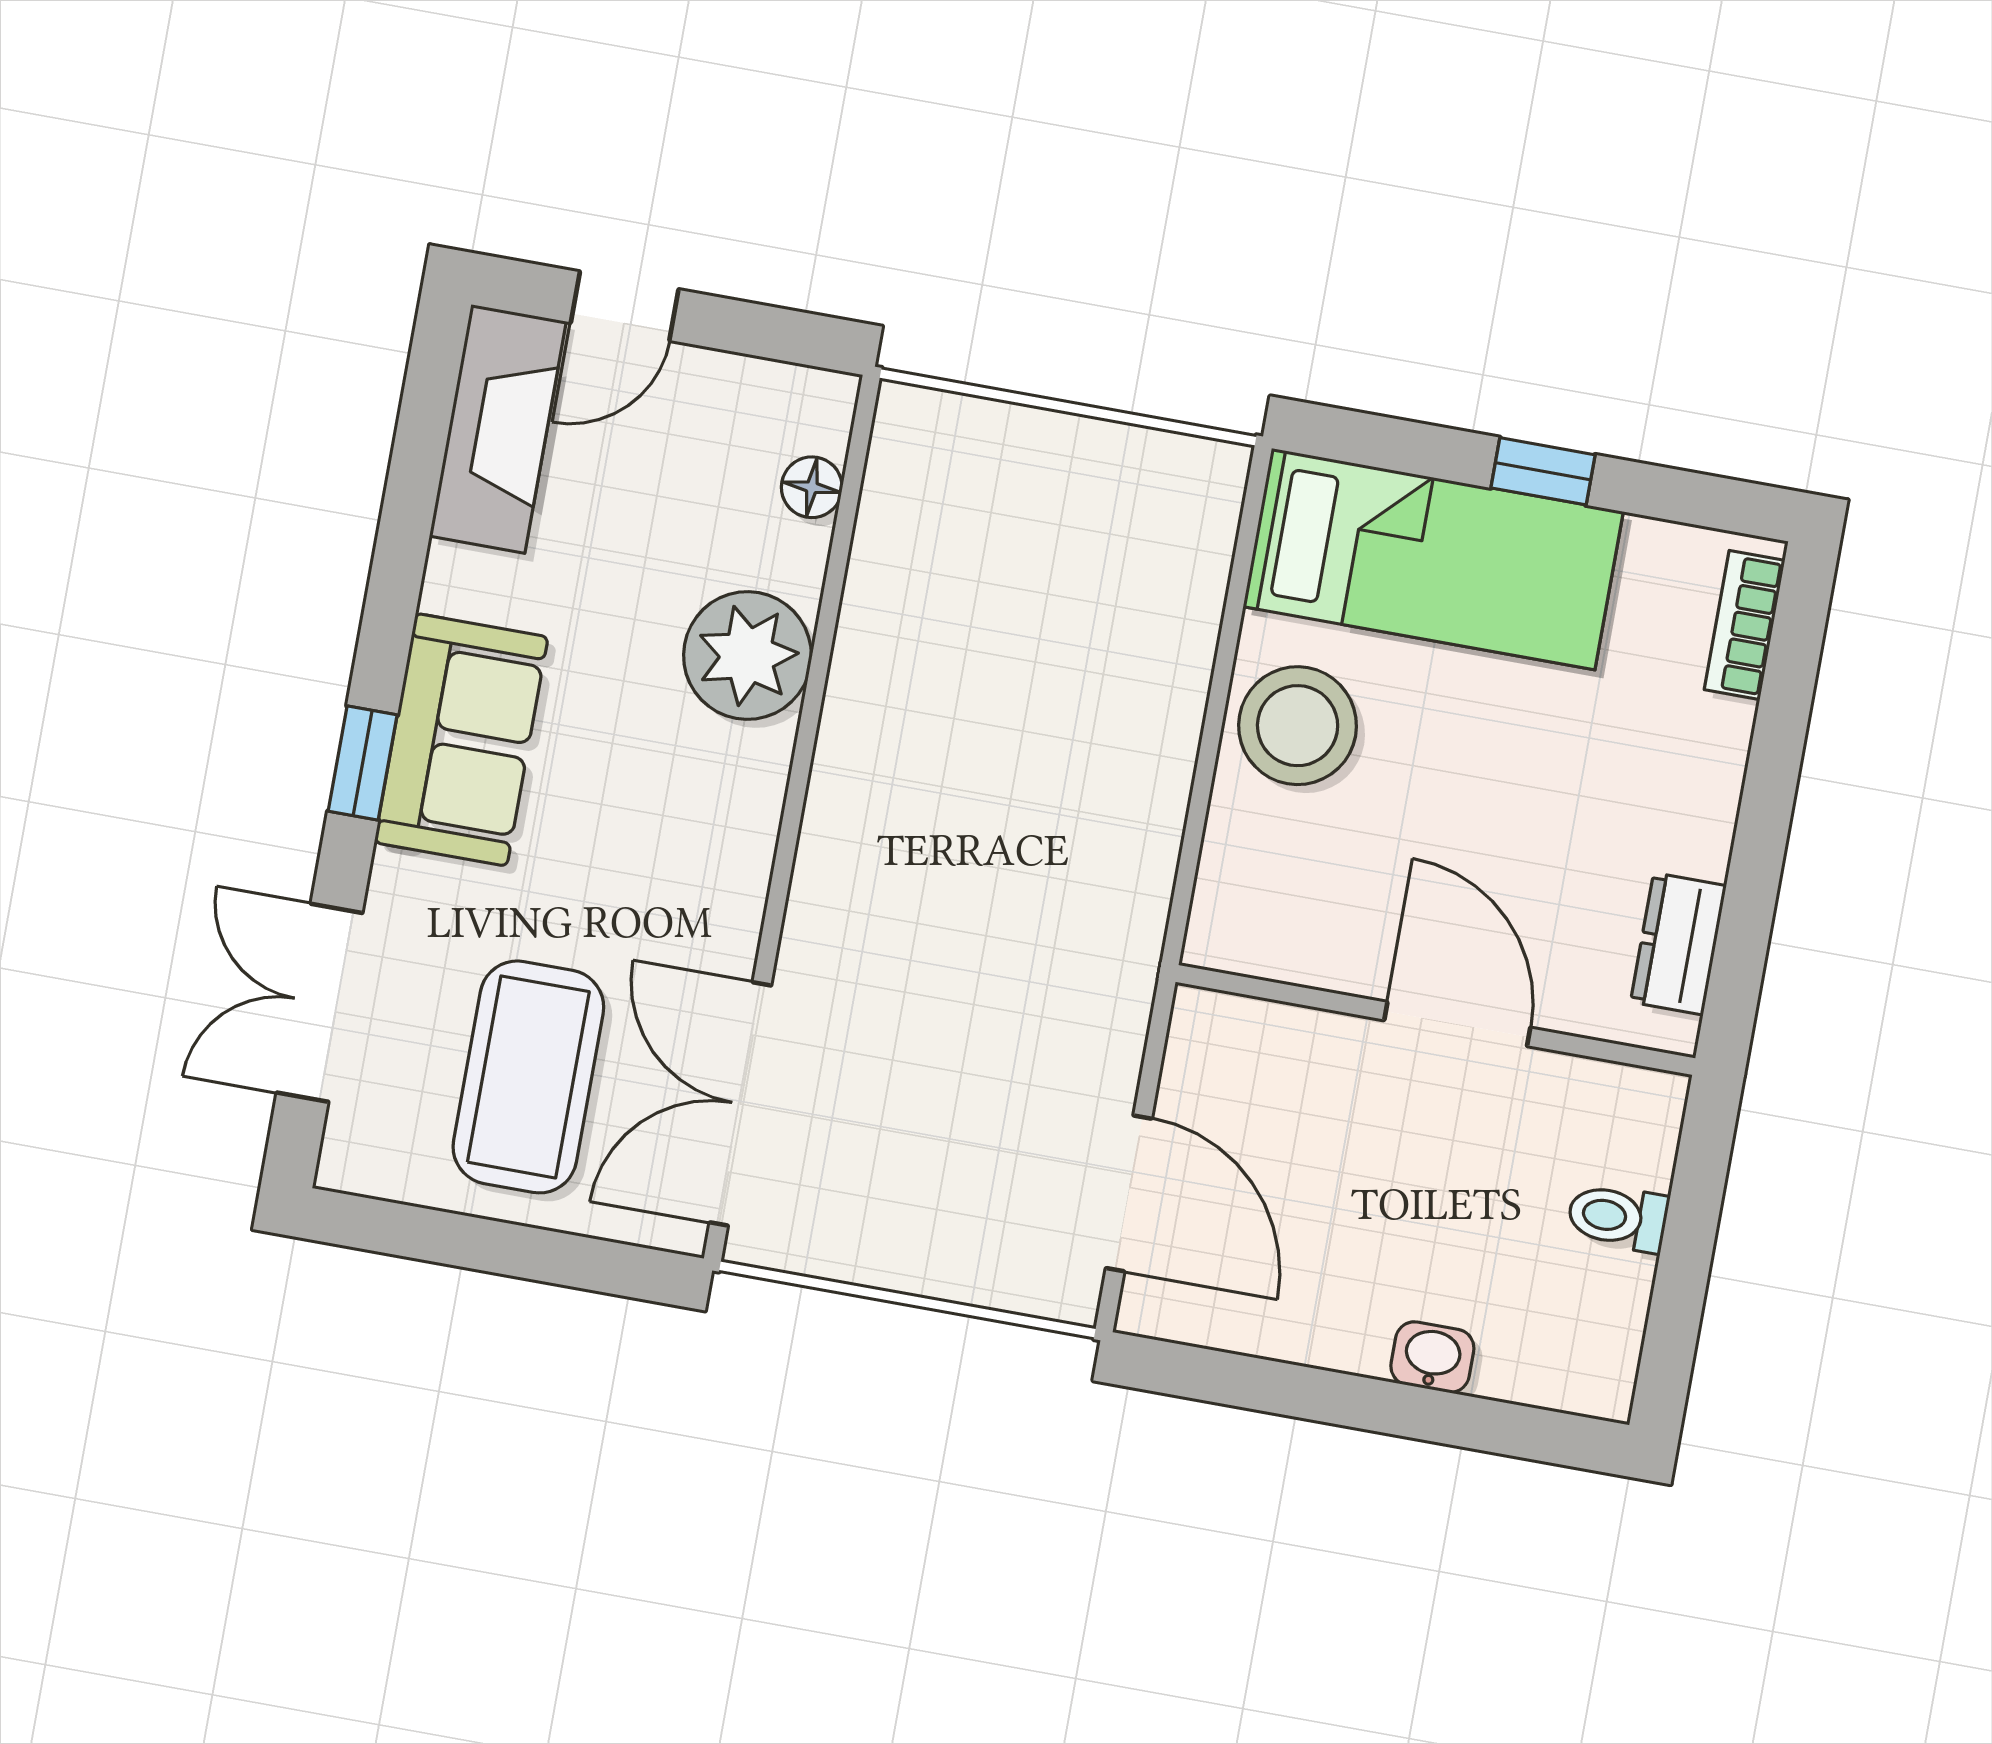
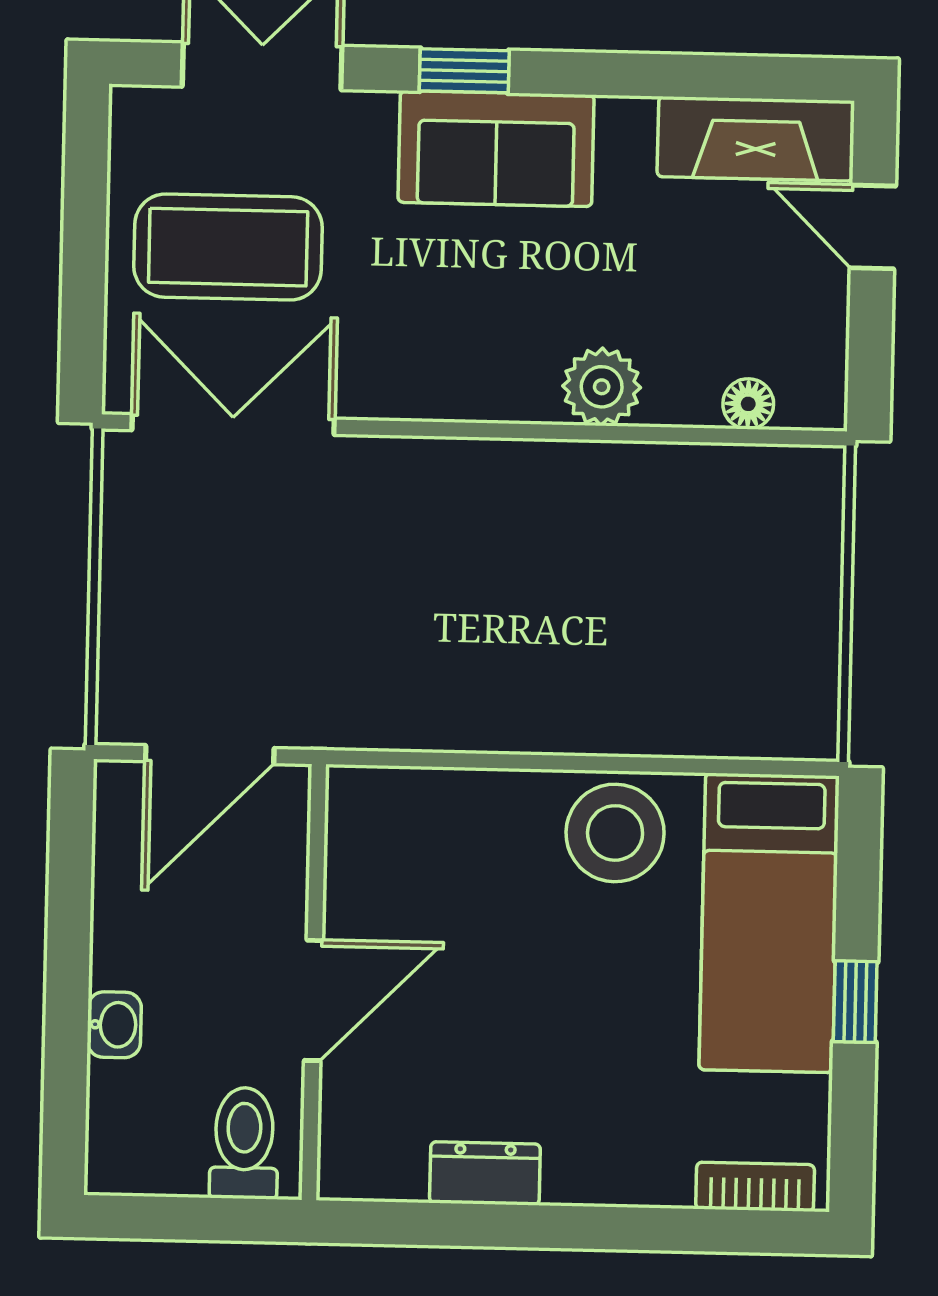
plant: (747, 655) -> (602, 387), width x0.73, depth x0.73
wall: (1435, 1020) -> (314, 982), moved
door: (1457, 1024) -> (313, 1000), moved
toilet: (1618, 1217) -> (244, 1143), width x1.37, depth x1.39

